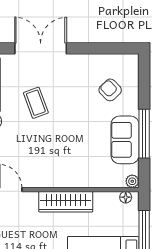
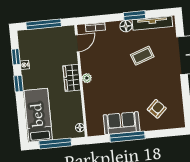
plant: (132, 181) -> (87, 78), moved
wardrobe: (66, 202) -> (72, 78), width x0.67

